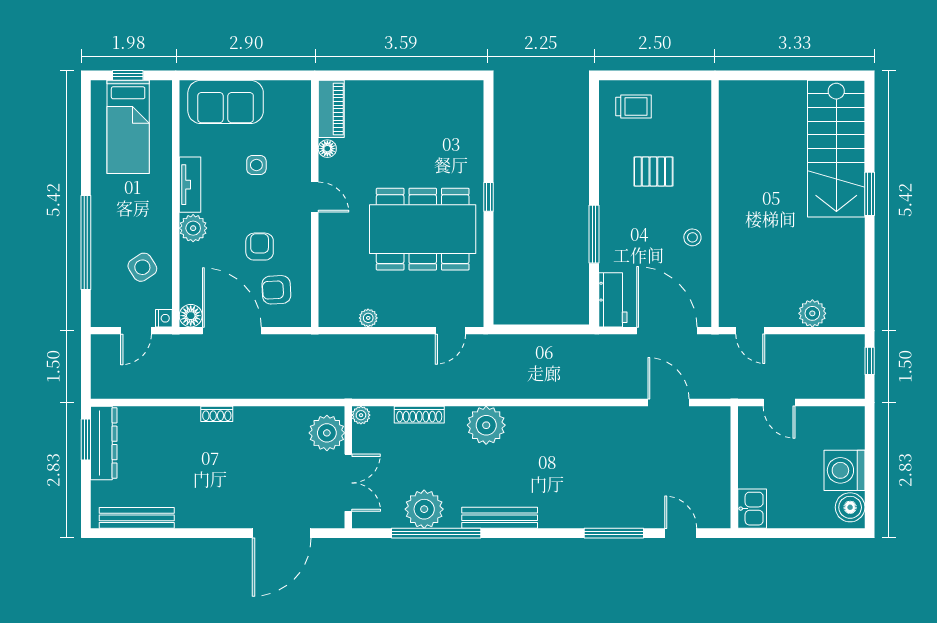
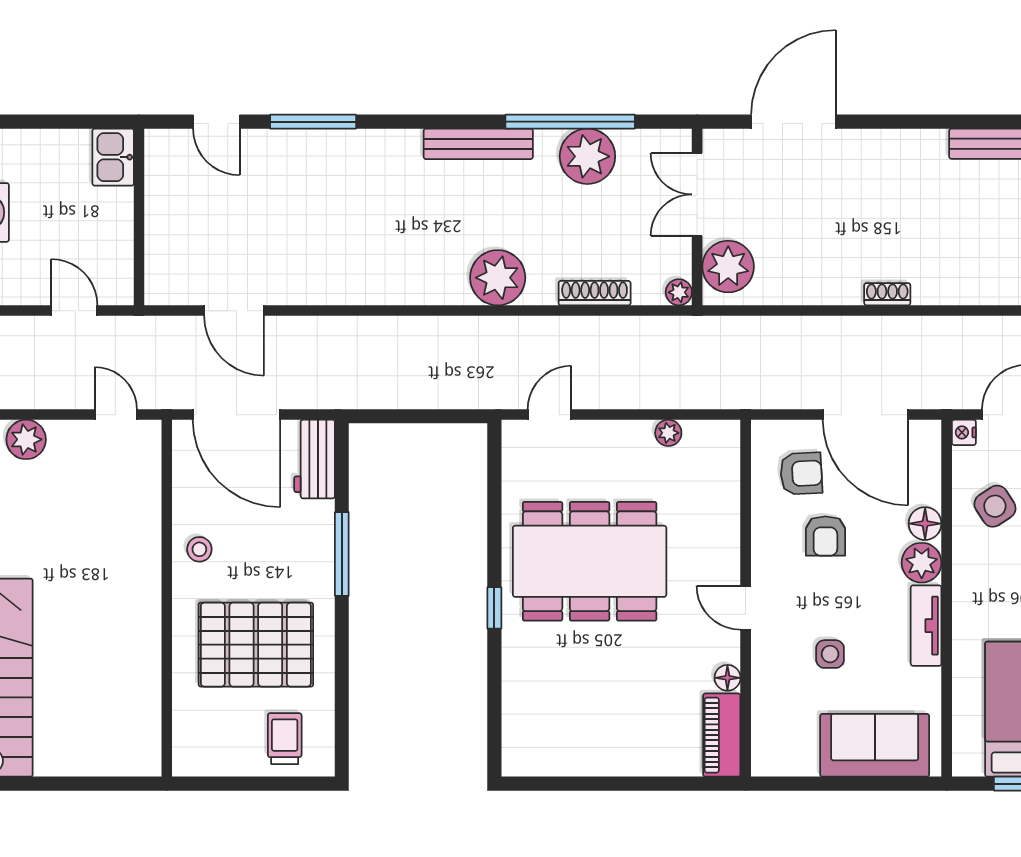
trolley: (634, 106) -> (285, 739), turned 90
pallet: (653, 172) -> (256, 645), width x2.05, depth x2.00
floor lamp: (191, 316) -> (925, 524), moved

